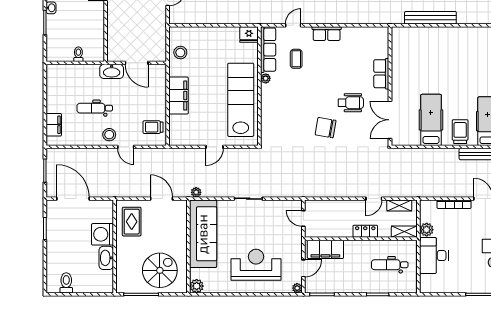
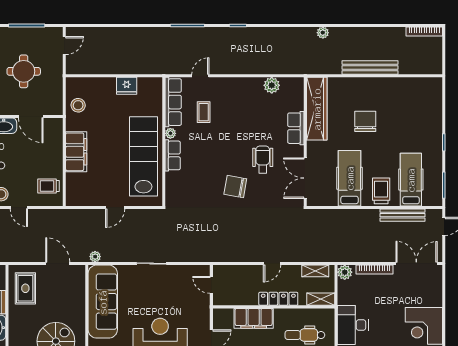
bench: (430, 18) -> (370, 68), moved
round table: (130, 21) -> (24, 71), added
row of seats: (327, 34) -> (173, 155), moved, turned -90
plant: (359, 34) -> (272, 85), added
fridge: (249, 35) -> (127, 86), moved
wardrobe: (401, 56) -> (317, 109), added
chair: (445, 67) -> (365, 121), added
wheelchair: (351, 103) -> (263, 160), turned -90
door: (374, 199) -> (272, 263), moved
plant: (427, 230) -> (345, 272), moved
locker: (365, 231) -> (278, 299), width x1.53
filing cabinet: (325, 249) -> (254, 318), moved

